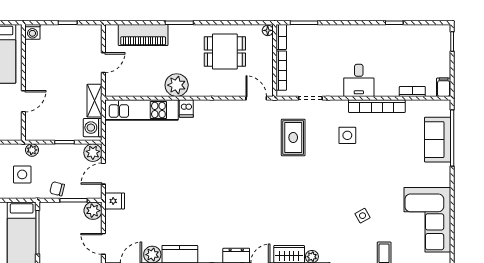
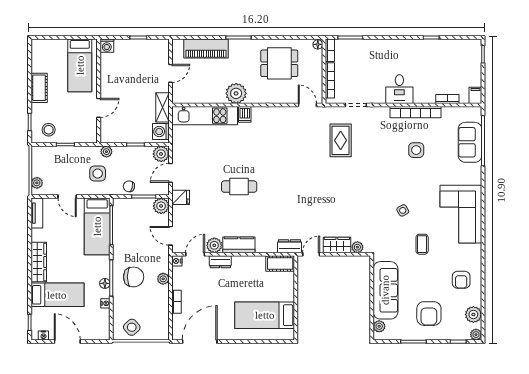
side table: (347, 135) -> (416, 150), moved
cafe table: (180, 189) -> (239, 187), added

